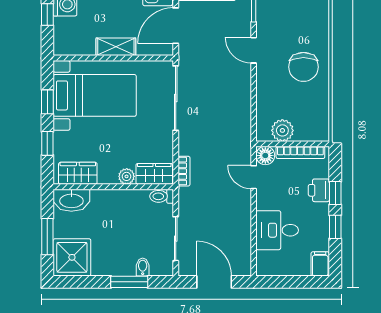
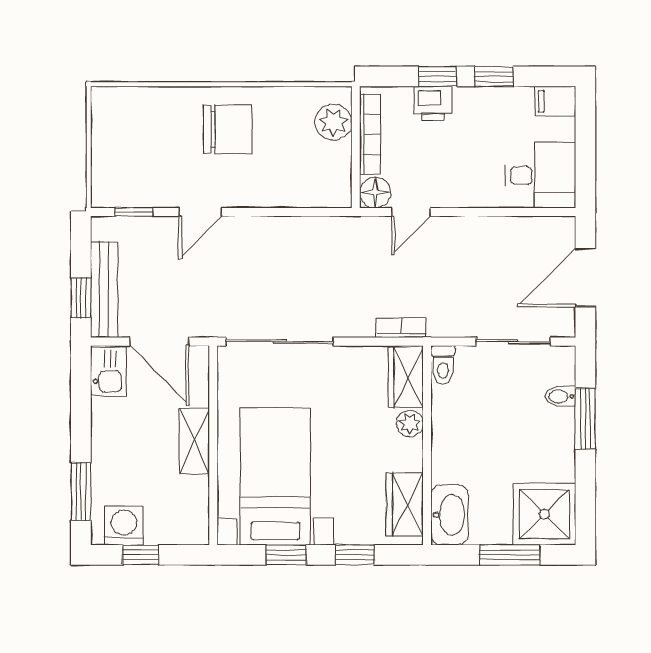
plant: (282, 130) -> (334, 122), moved
desk: (277, 230) -> (540, 175), moved, turned -90

